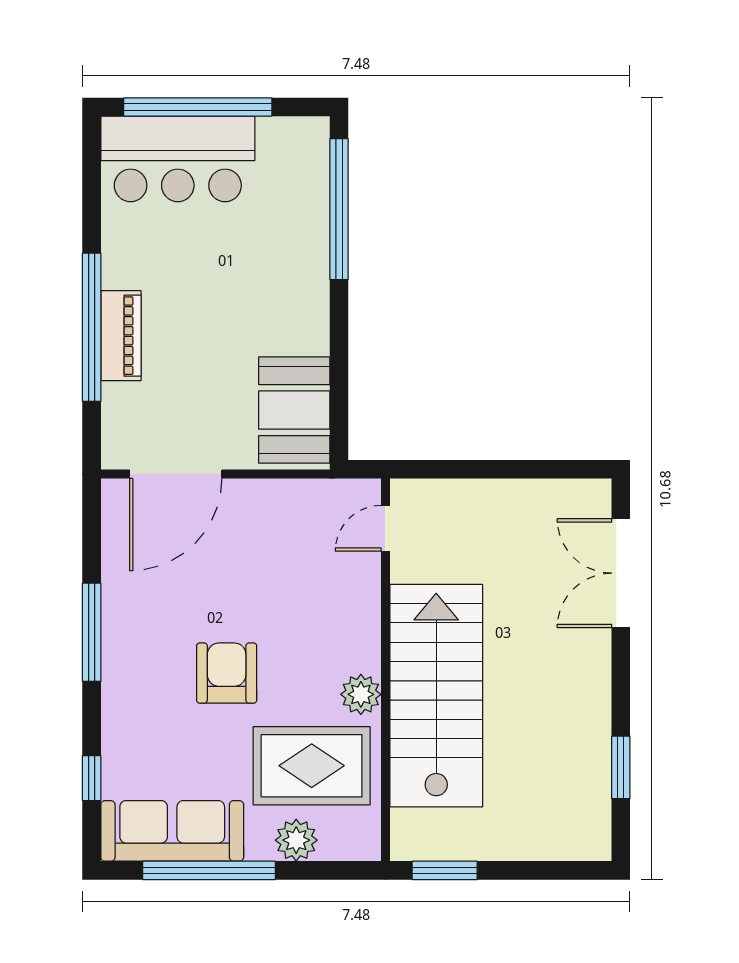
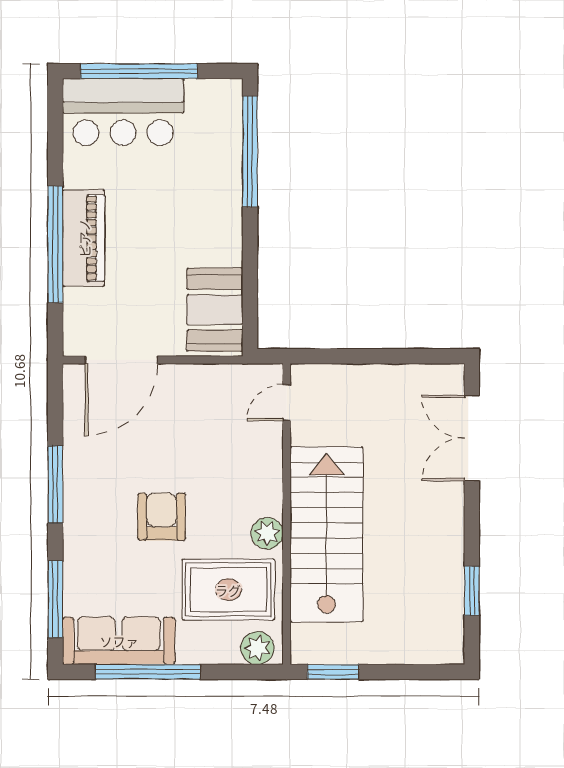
piano: (121, 336) -> (84, 238), width x1.37, depth x1.33
window: (92, 778) -> (55, 599), width x2.17
plant: (296, 840) -> (257, 648), moved

